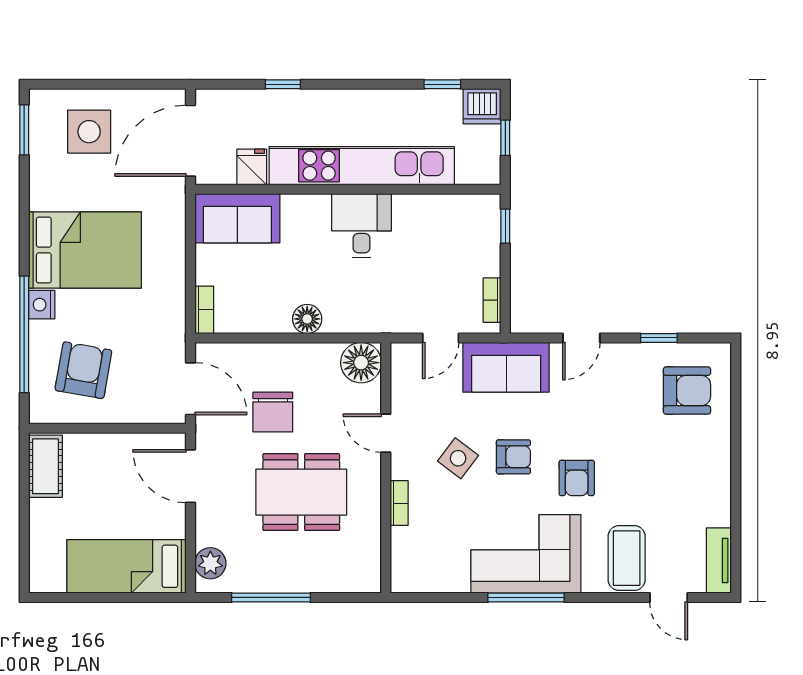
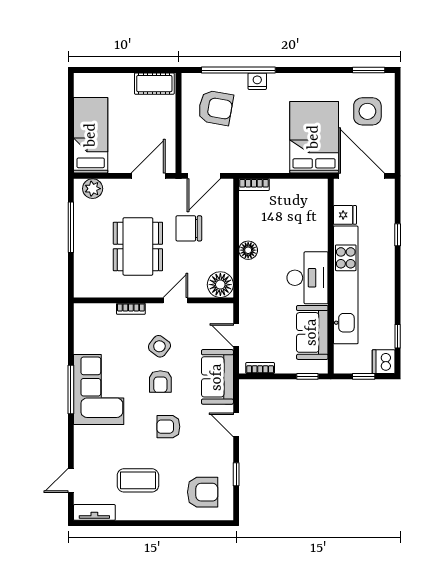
sofa: (237, 218) -> (312, 332), moved
desk: (362, 226) -> (308, 278), width x1.37
bed: (85, 250) -> (314, 137), moved, turned 180
armchair: (687, 391) -> (203, 492), turned -90
armchair: (577, 478) -> (168, 427), moved
coffee table: (627, 558) -> (138, 480), moved

